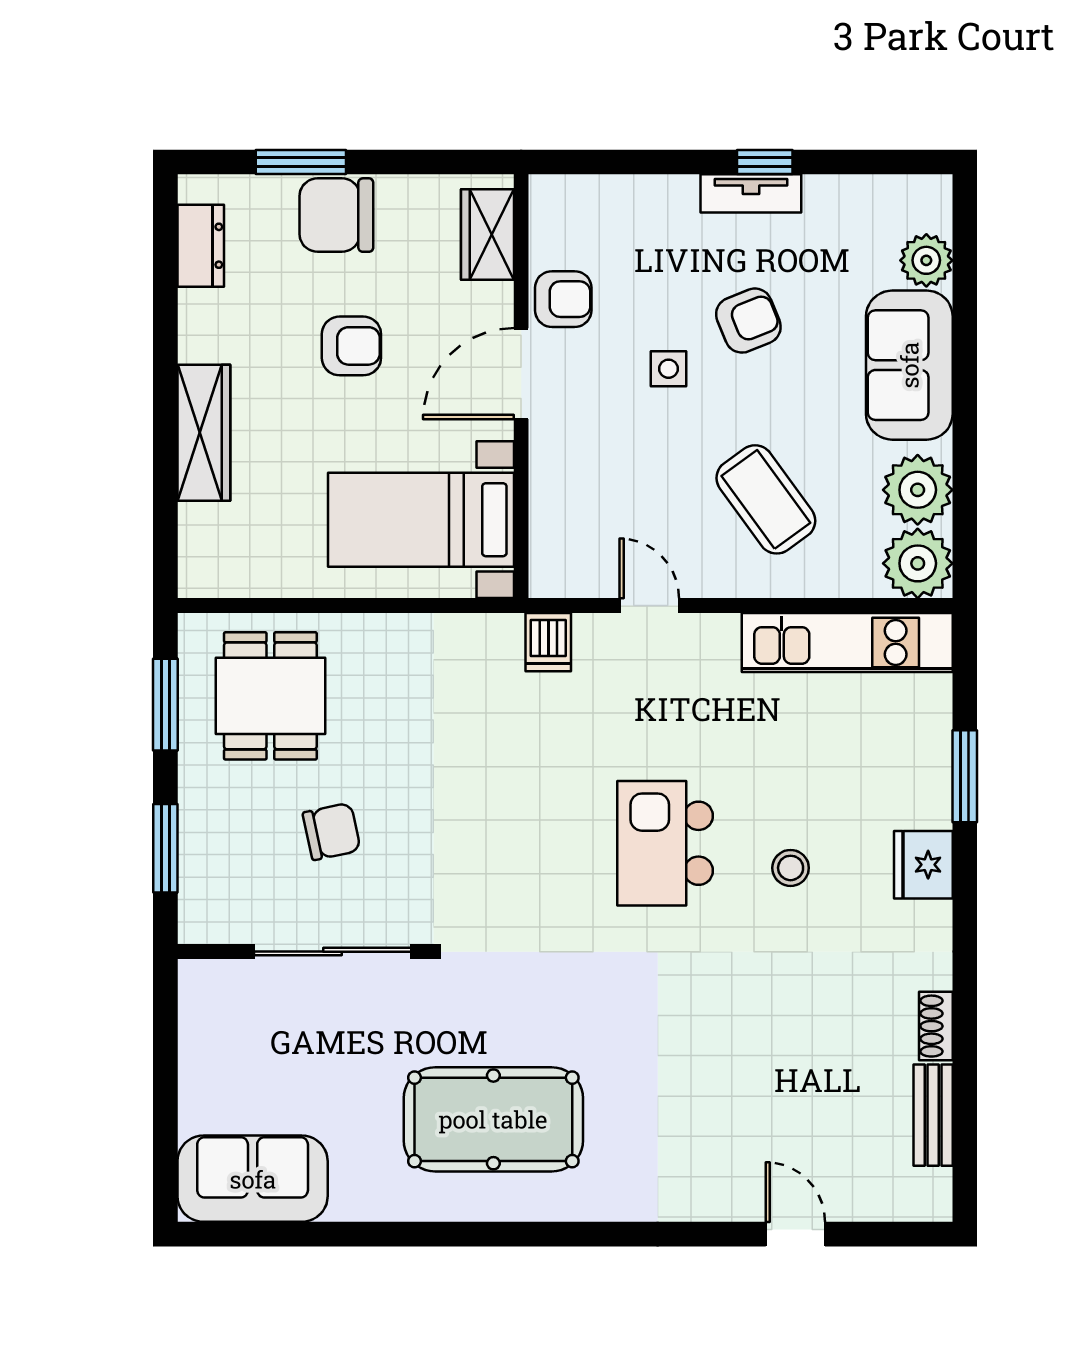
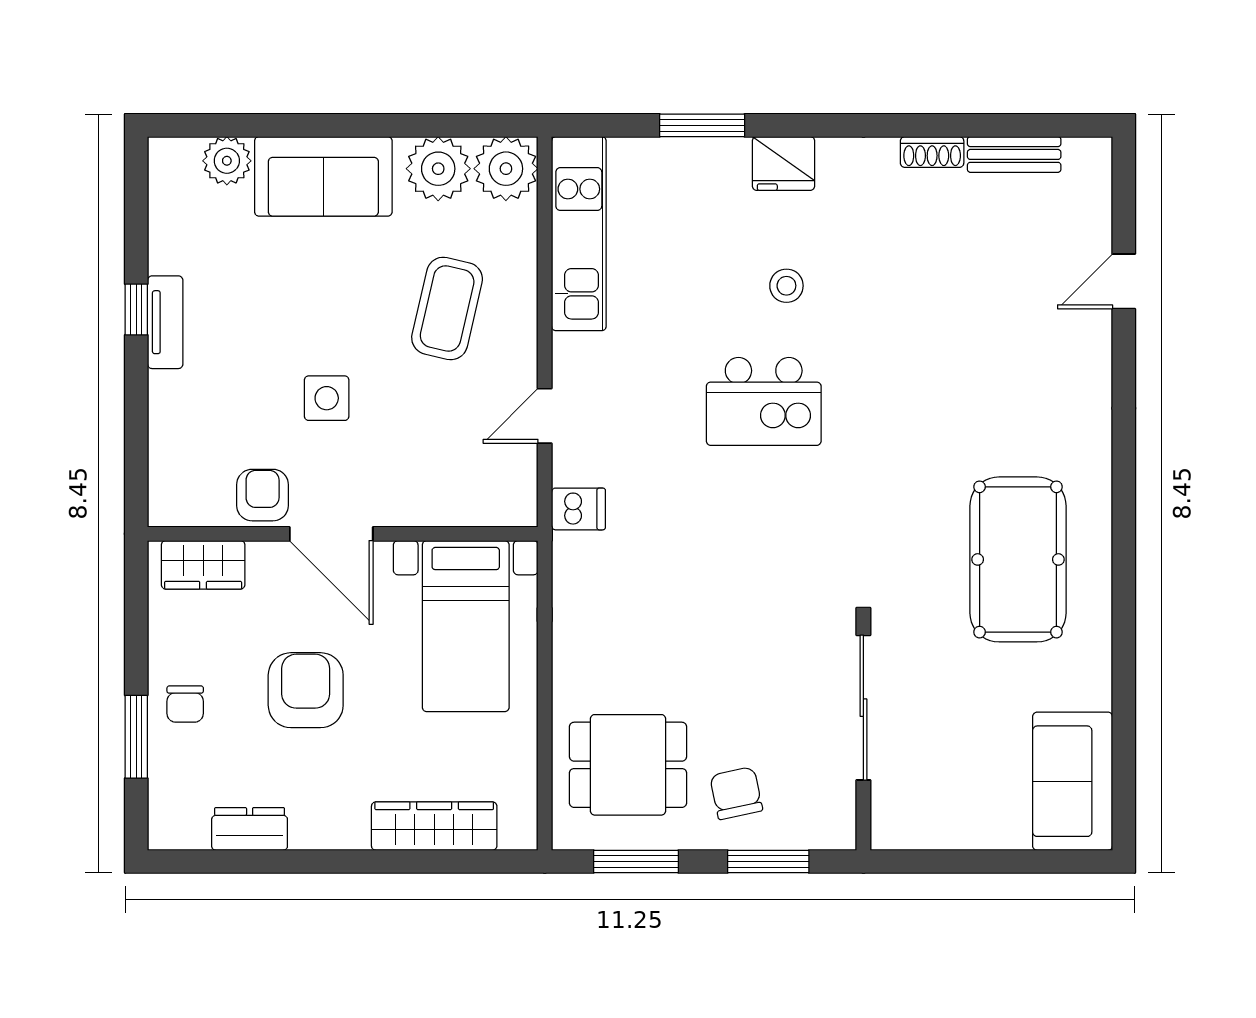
chair: (336, 215) -> (185, 704), width x0.54, depth x0.54
dresser: (201, 246) -> (250, 829), moved
armchair: (748, 321) -> (282, 325), removed
armchair: (351, 346) -> (306, 690), width x1.38, depth x1.38
side table: (669, 369) -> (327, 398), width x1.37, depth x1.37
wardrobe: (204, 433) -> (434, 826), moved
coffee table: (766, 499) -> (447, 308), turned -41
chair: (332, 831) -> (736, 793), moved

